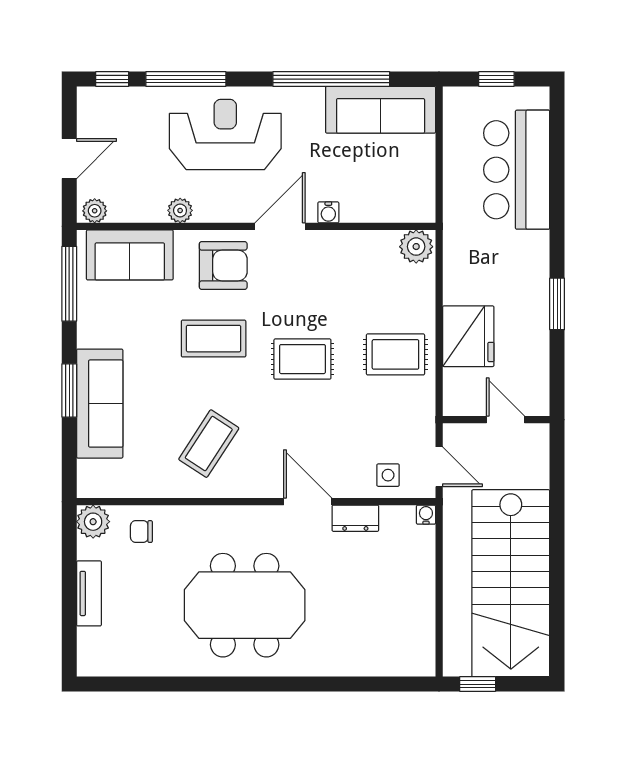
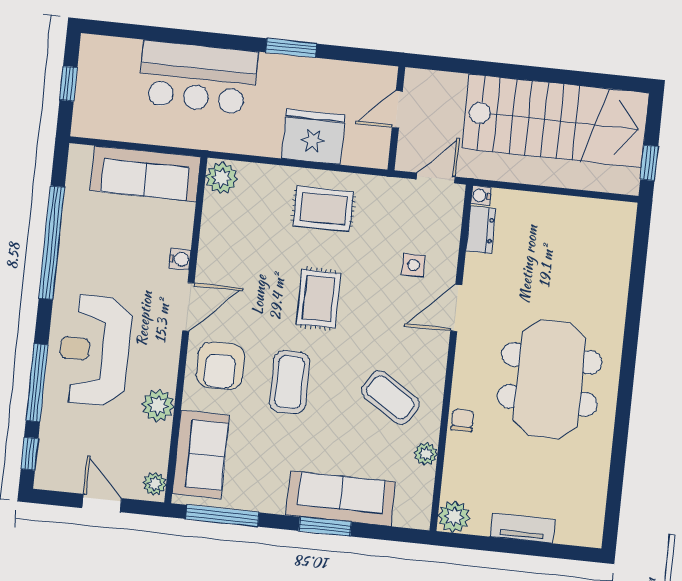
sofa: (381, 110) -> (145, 174), moved, turned 90
bar counter: (517, 170) -> (198, 77), moved
plant: (180, 210) -> (158, 406), width x1.38, depth x1.38
door: (280, 226) -> (188, 307), swing flipped
armchair: (223, 265) -> (220, 366), turned 180
rug: (395, 354) -> (323, 209), turned 90
side table: (388, 475) -> (414, 265), moved
plant: (155, 486) -> (426, 454), added
dresser: (355, 518) -> (481, 230), moved
chair: (141, 532) -> (462, 420), moved, turned 180

